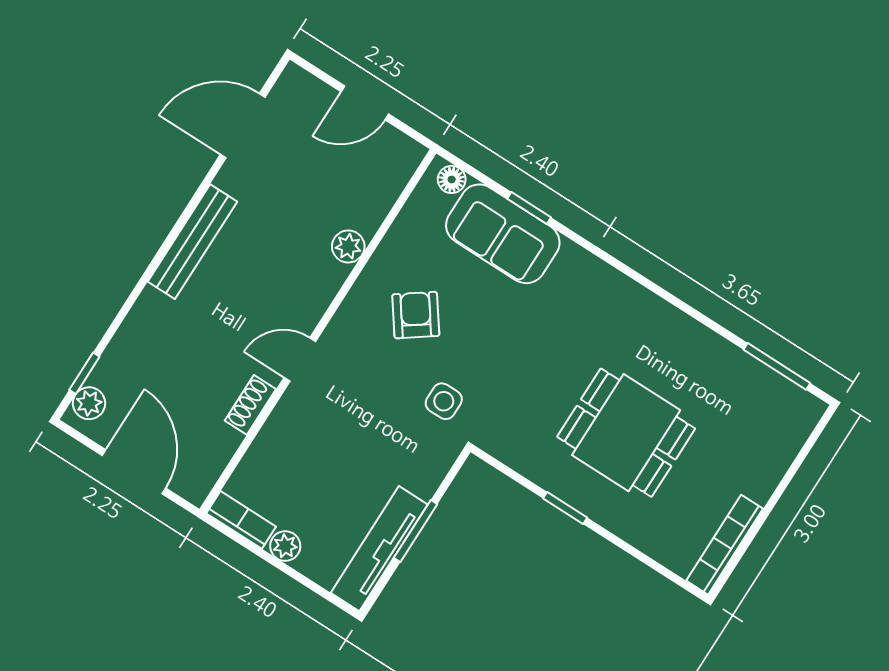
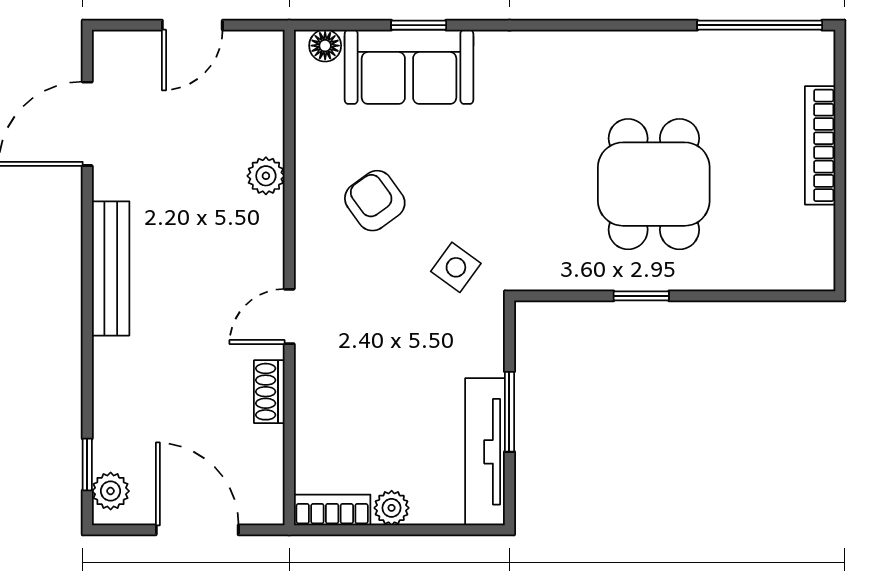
window: (777, 366) -> (760, 25), width x1.44
side table: (444, 401) -> (456, 267), turned 36
dining table: (626, 433) -> (654, 184), turned 90
bookcase: (725, 545) -> (820, 145), moved

